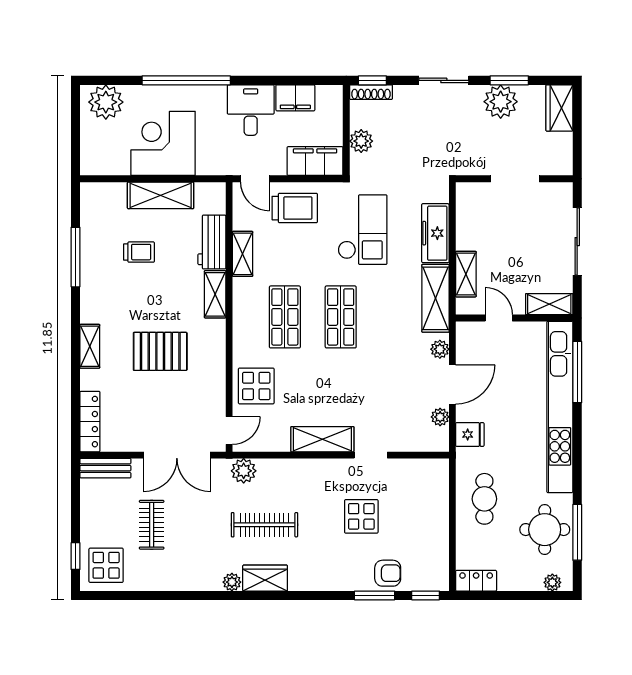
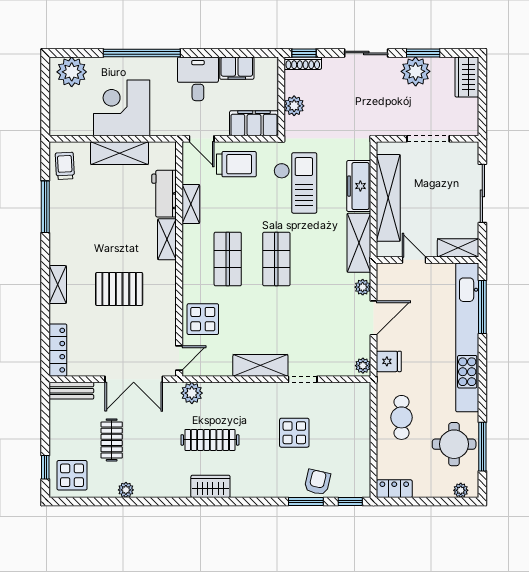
trolley: (139, 252) -> (65, 166), moved, turned -93
shelving: (466, 274) -> (388, 198), width x2.20, depth x1.33
plant: (440, 417) -> (363, 366), moved
armchair: (388, 573) -> (317, 482), turned -77
plant: (232, 582) -> (126, 490), moved

